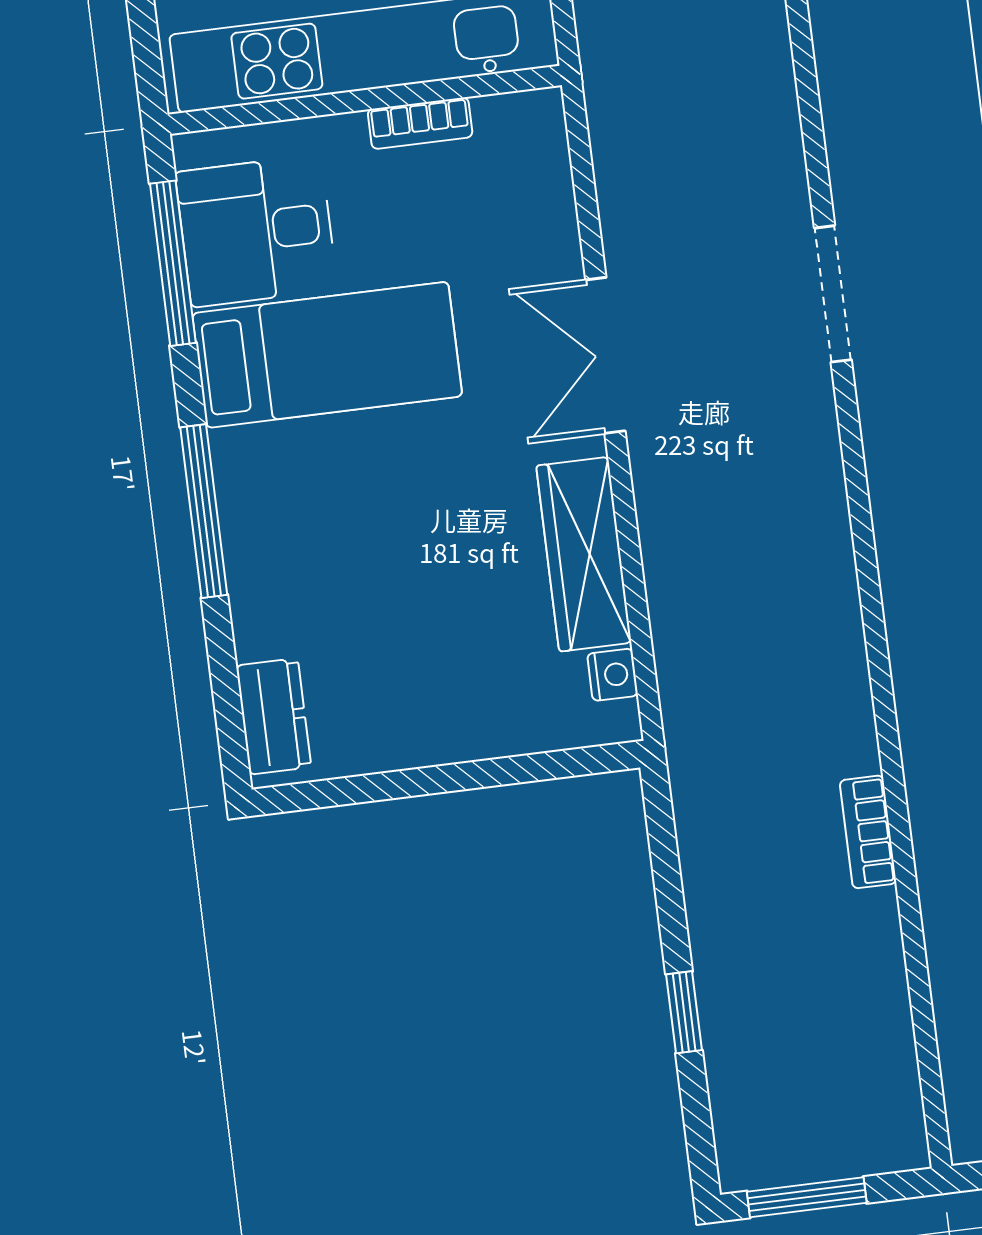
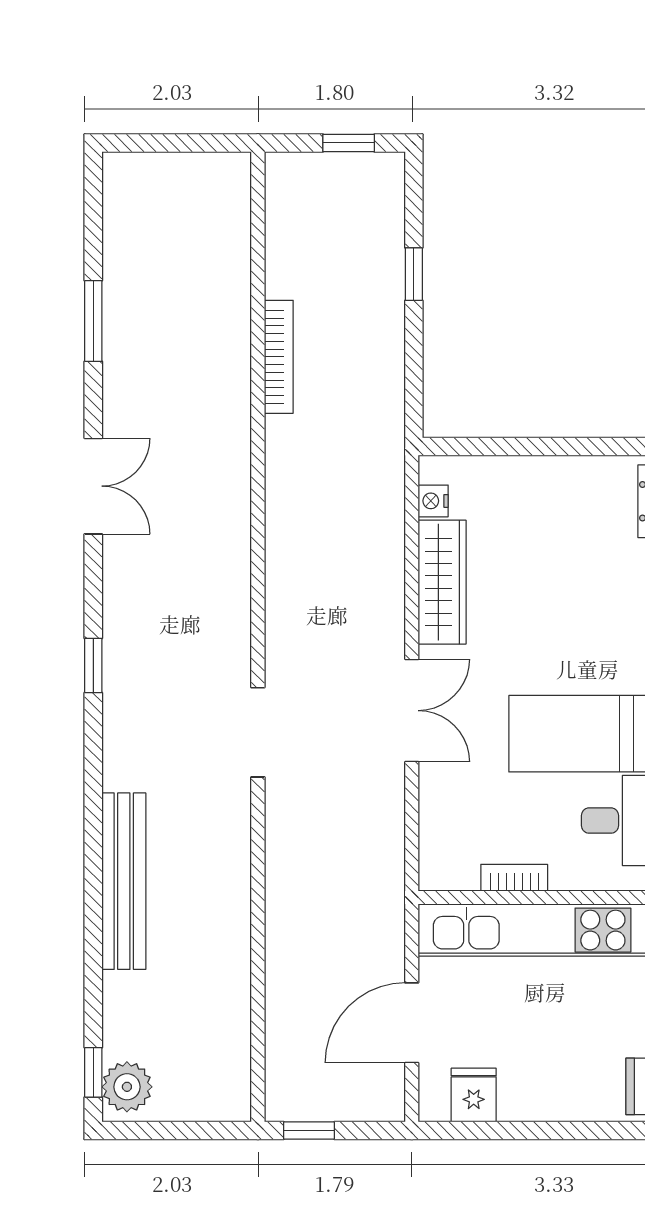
bookcase: (868, 832) -> (279, 357), width x1.56
window: (807, 1197) -> (349, 143), width x0.67

